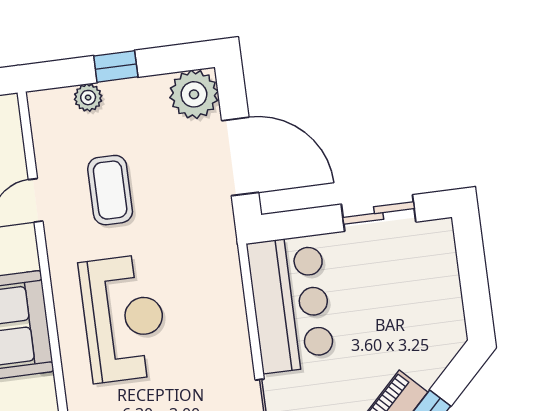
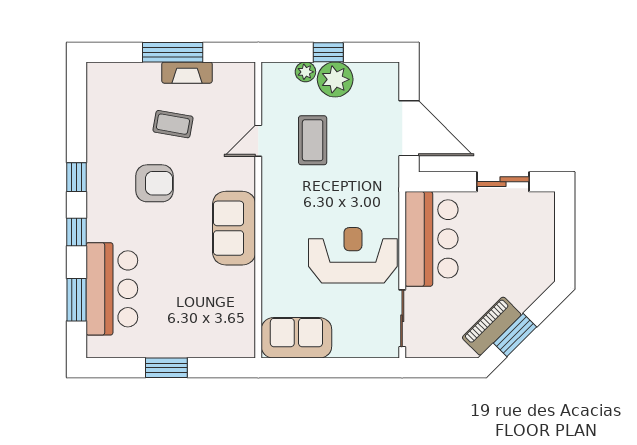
plant: (194, 94) -> (335, 79), moved
reception desk: (124, 318) -> (353, 255), moved, turned -90

